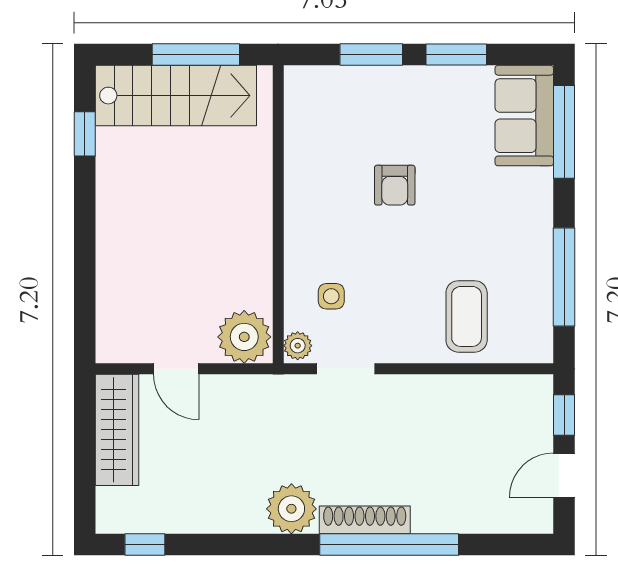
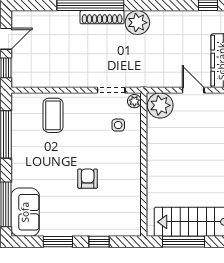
window: (371, 55) -> (99, 242), width x0.67

